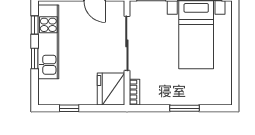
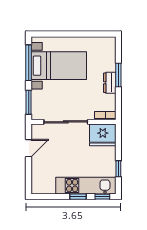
window: (35, 25) -> (102, 197), moved
kitchen unit: (48, 42) -> (86, 186), moved
dresser: (175, 98) -> (110, 83), added

